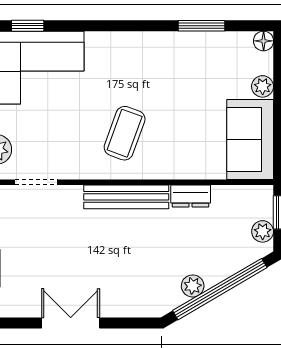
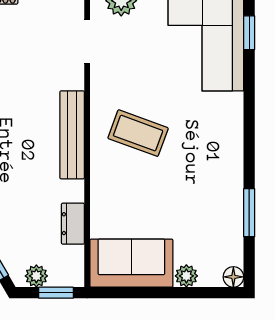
dresser: (191, 196) -> (73, 224), moved

